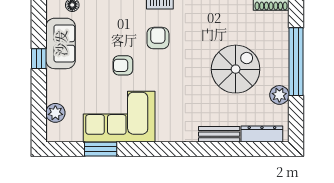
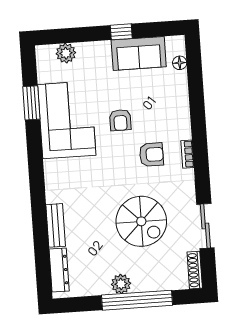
armchair: (123, 65) -> (120, 120), turned 180
spiral stairs: (236, 69) -> (141, 221), moved
plant: (279, 95) -> (121, 284), moved

